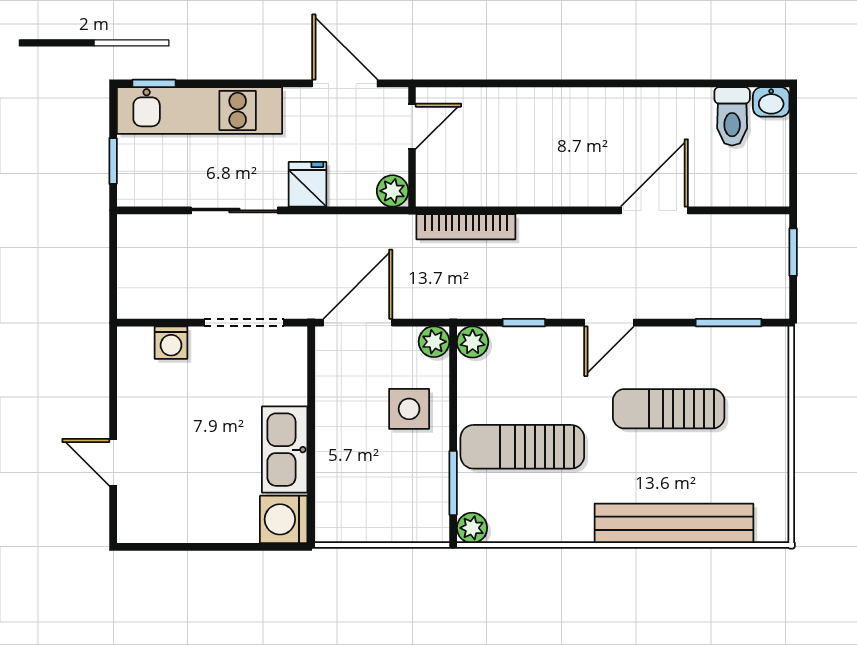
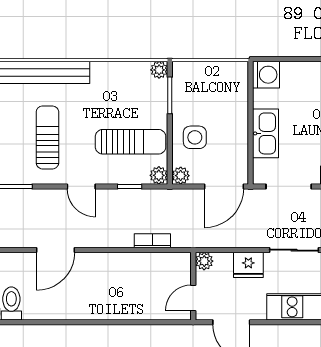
fridge: (307, 184) -> (248, 265), width x1.38
bookcase: (466, 227) -> (152, 241), width x0.64
door: (609, 323) -> (81, 186), swing flipped
sun lounger: (669, 409) -> (47, 137), turned -90
sun lounger: (522, 447) -> (131, 142), moved
kitchen sink: (285, 450) -> (265, 133), moved

